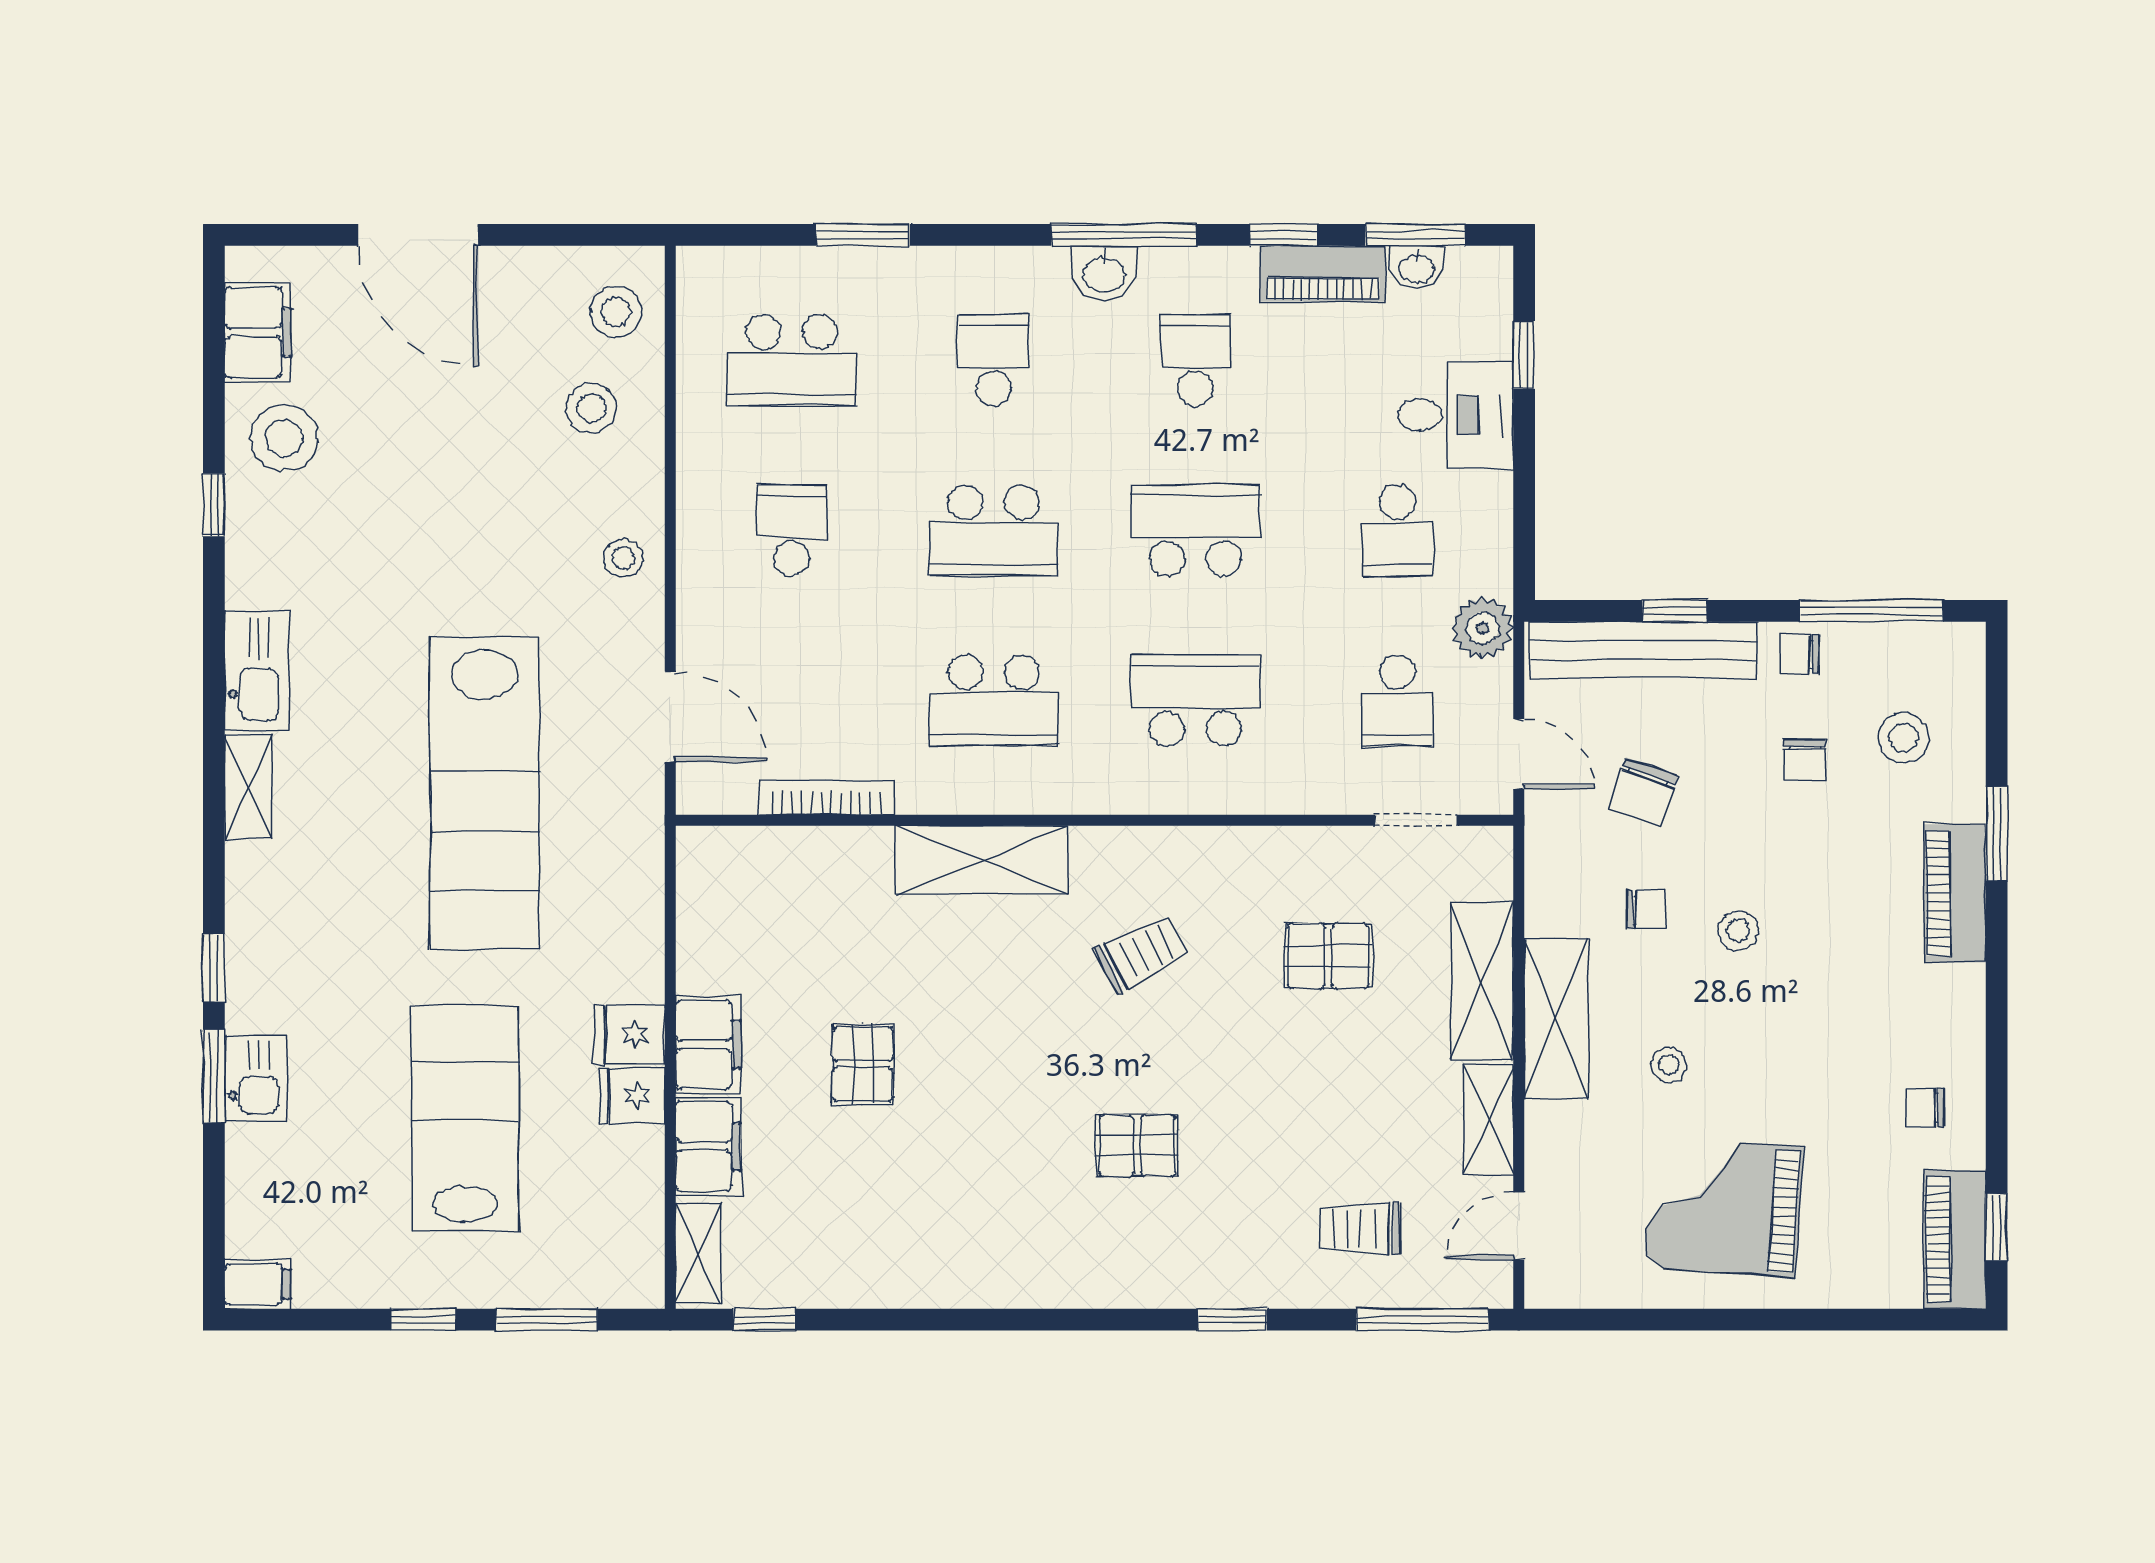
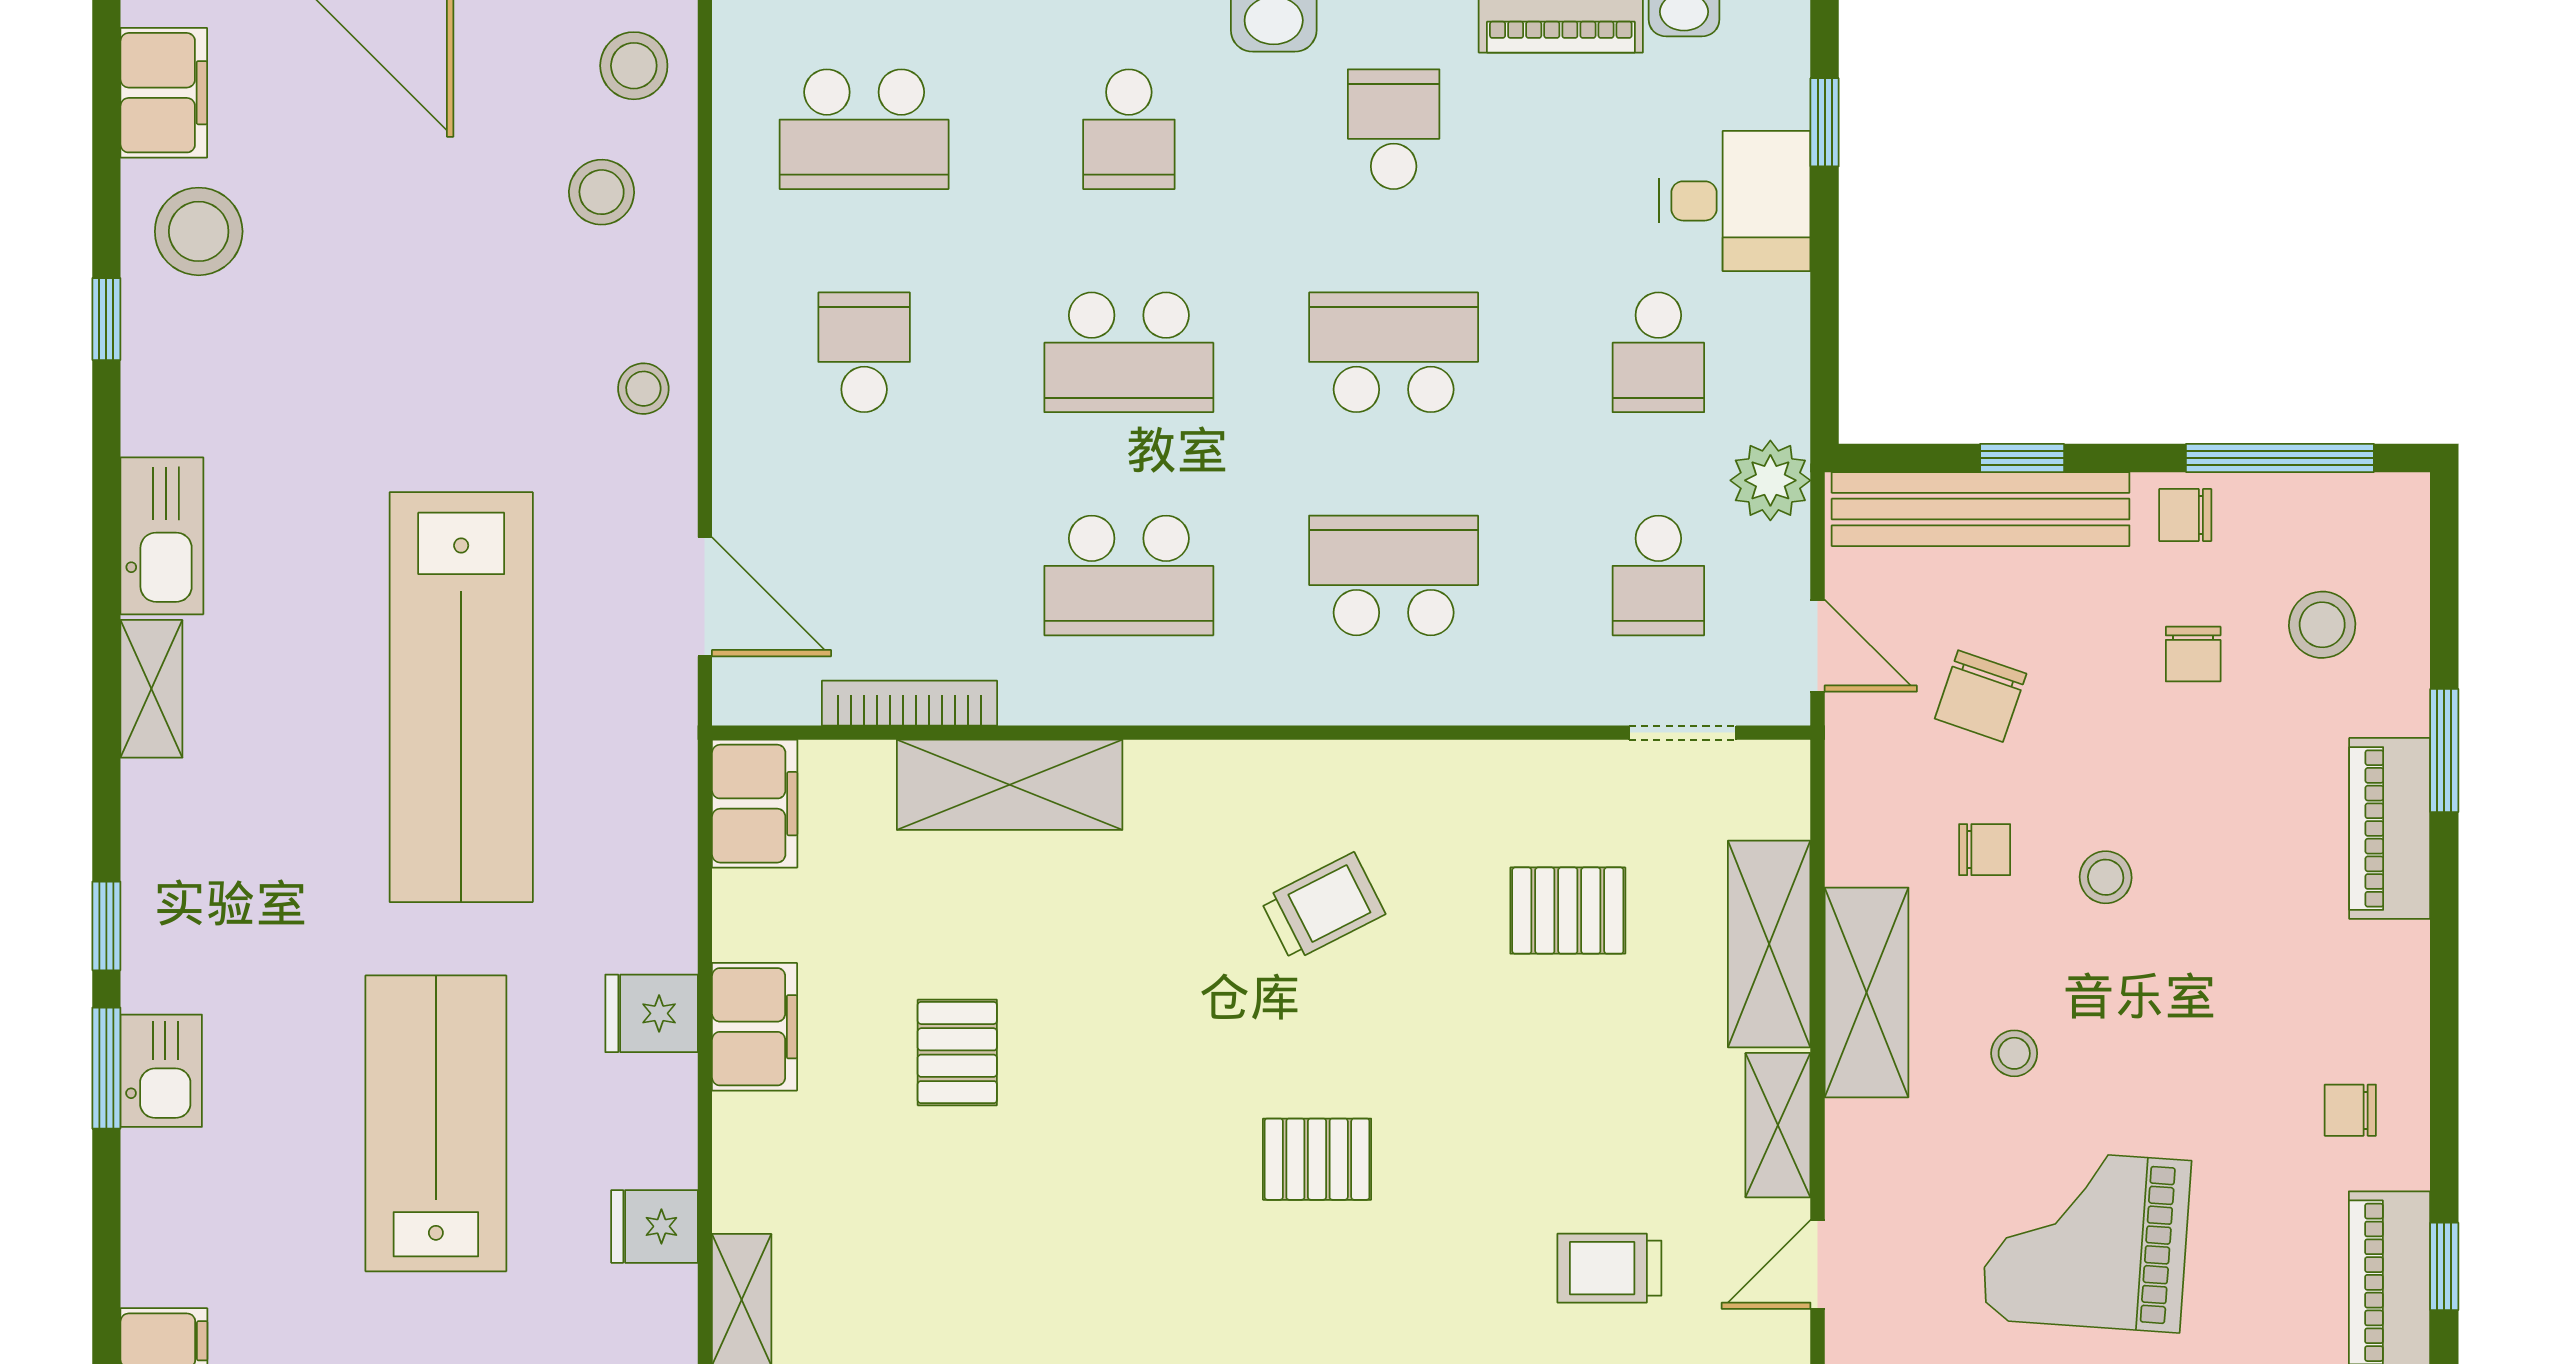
school desk: (994, 360) -> (1129, 129), turned 180
shelving: (982, 860) -> (1010, 785), moved
fridge: (632, 1096) -> (655, 1226), moved
filing cabinet: (708, 1146) -> (755, 804), moved

